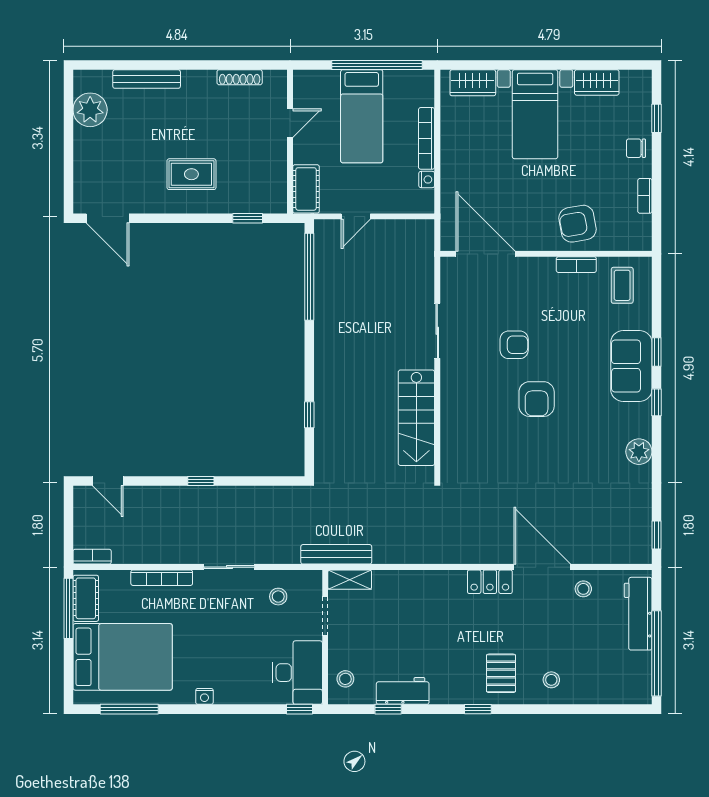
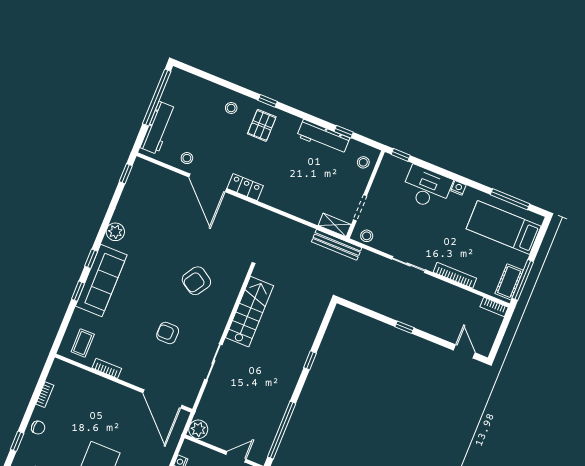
armchair: (578, 224) -> (95, 394), removed
plant: (421, 233) -> (198, 429), added
sofa: (631, 366) -> (101, 281), width x1.36
armchair: (537, 399) -> (196, 281), moved, turned -147
window: (309, 415) -> (310, 360), moved
stool: (278, 597) -> (367, 236), moved
bed: (123, 657) -> (504, 227), width x0.67
desk: (297, 673) -> (427, 188), moved, turned 90
workbench: (403, 691) -> (323, 137), width x1.38
window: (478, 709) -> (268, 101), moved

